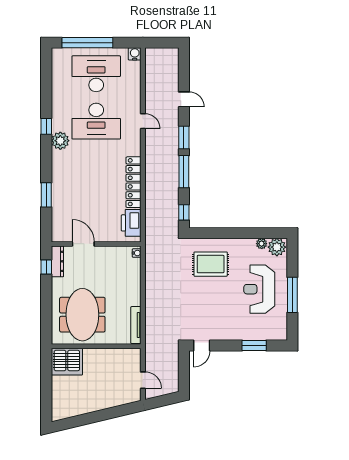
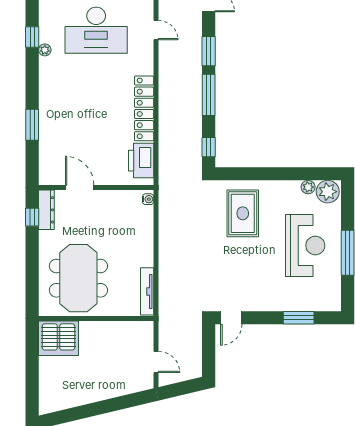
plant: (60, 141) -> (45, 50), width x0.53, depth x0.53
rug: (211, 264) -> (243, 213), turned 90
reception desk: (259, 289) -> (305, 245), turned 180

